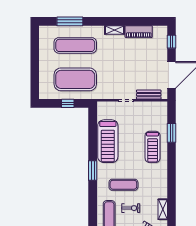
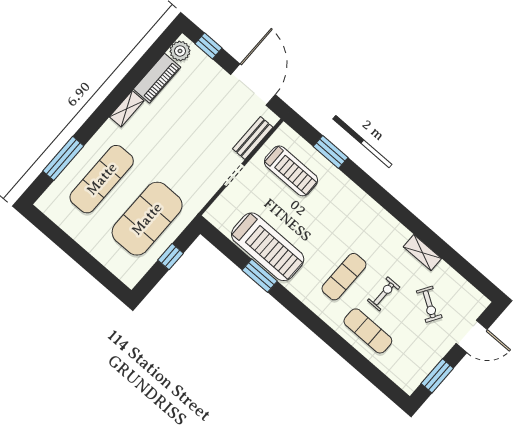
plant: (159, 31) -> (180, 51), added
treadmill: (153, 147) -> (291, 171), moved
window: (93, 170) -> (260, 276), moved

